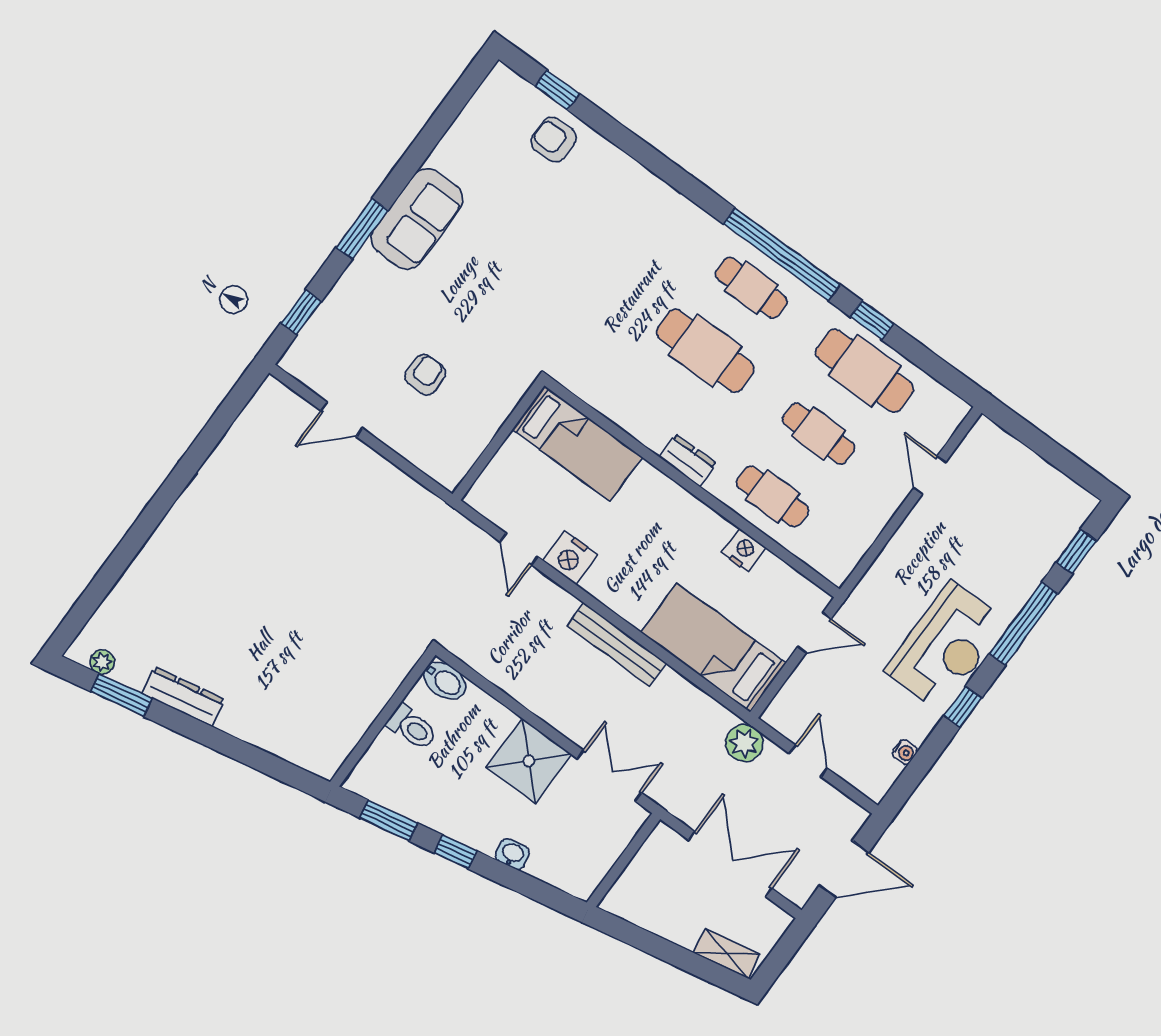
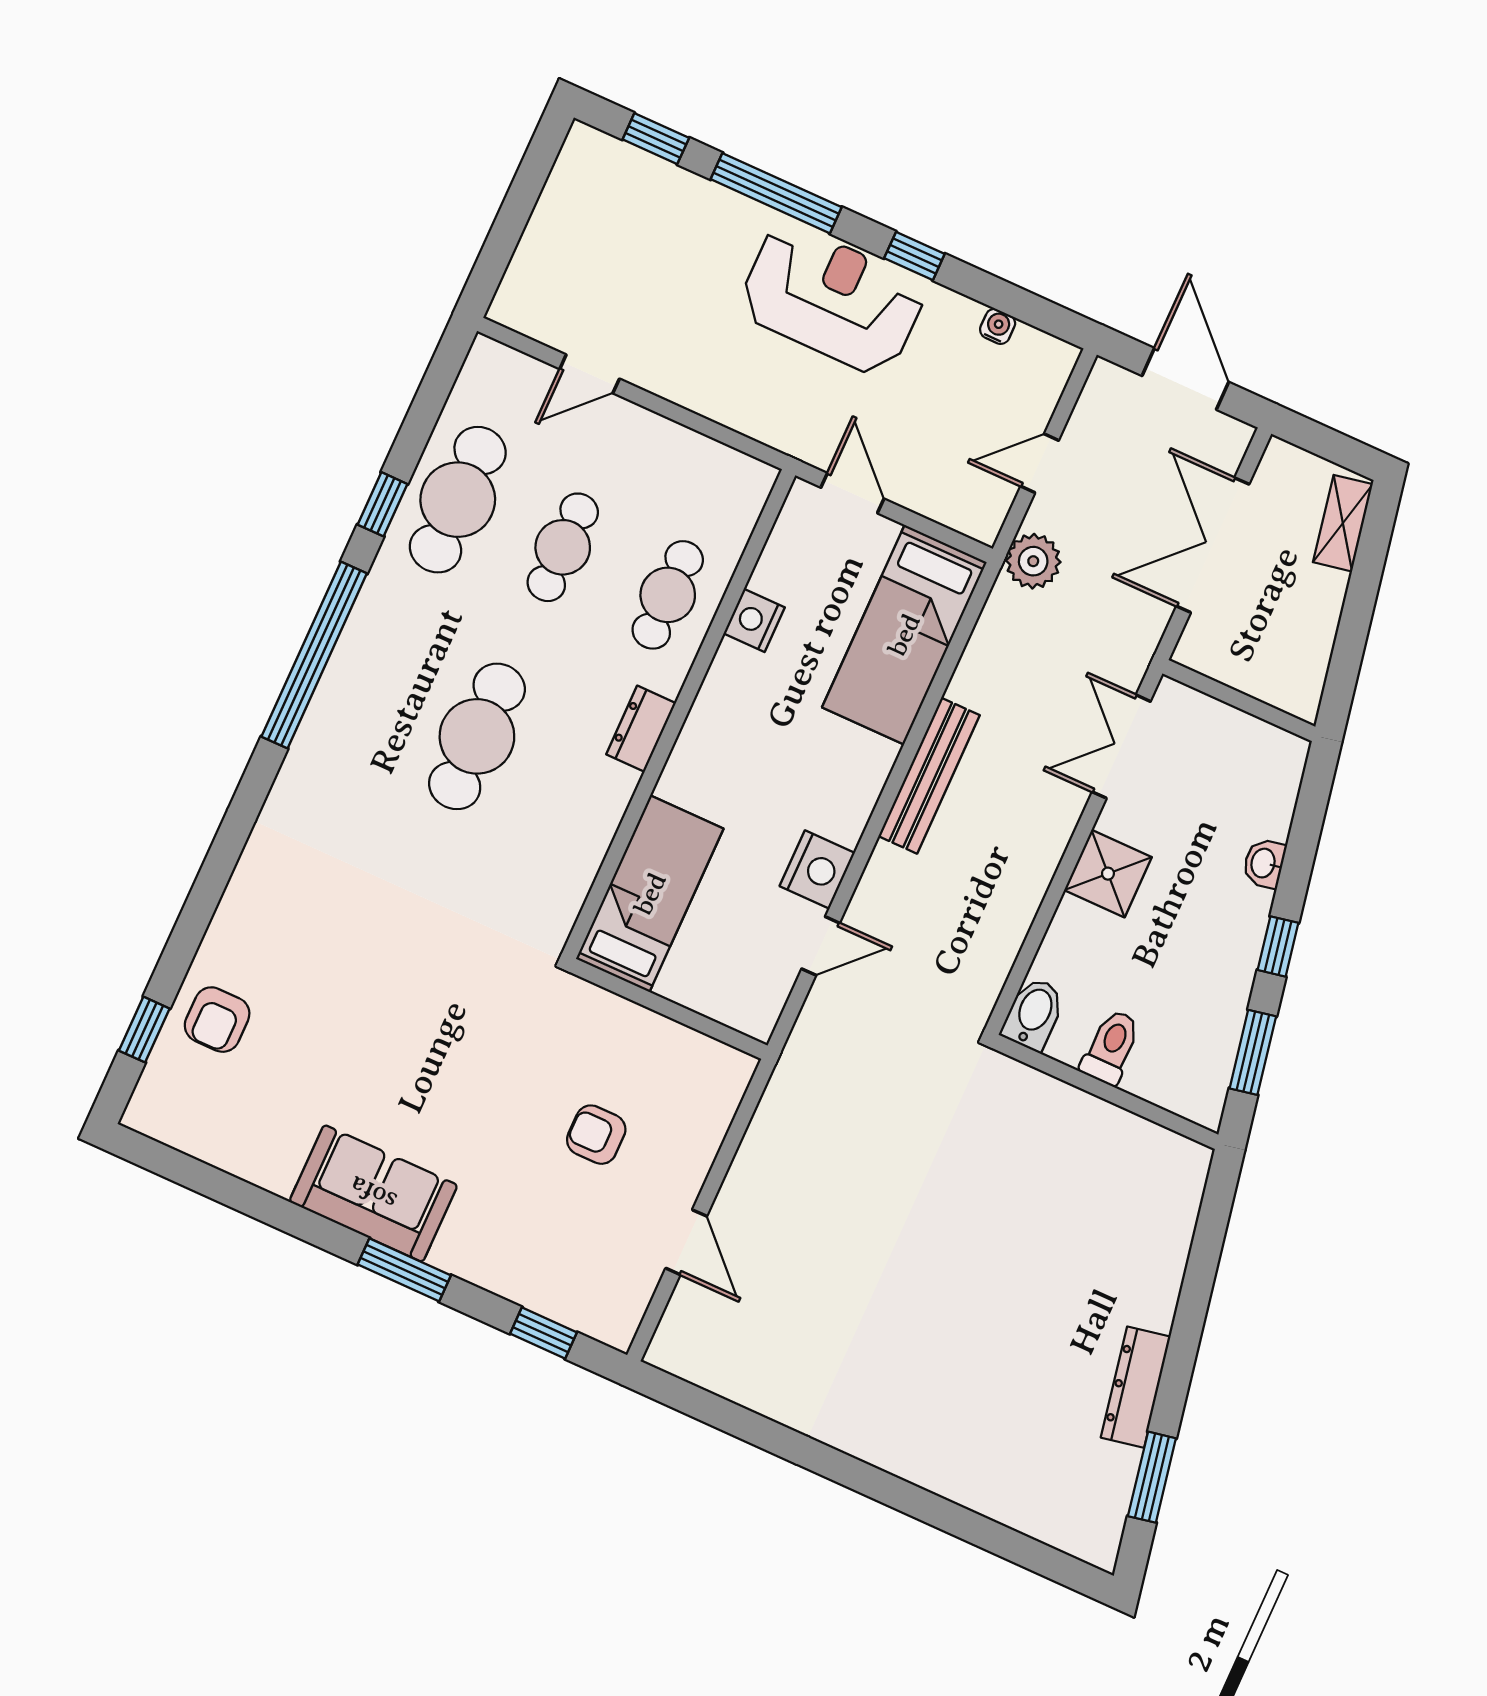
cafe table: (751, 288) -> (372, 689), removed
plant: (102, 662) -> (1110, 1515), removed
shower: (529, 761) -> (1108, 874), width x0.73, depth x0.73

